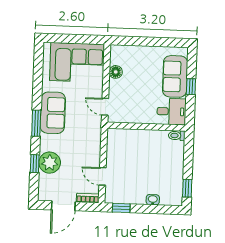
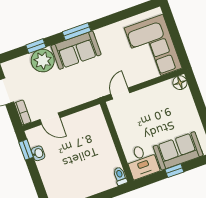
floor lamp: (116, 72) -> (180, 83), moved
sofa: (53, 113) -> (76, 50), moved
door: (103, 176) -> (50, 119), swing flipped
washbasin: (153, 200) -> (38, 153), moved

